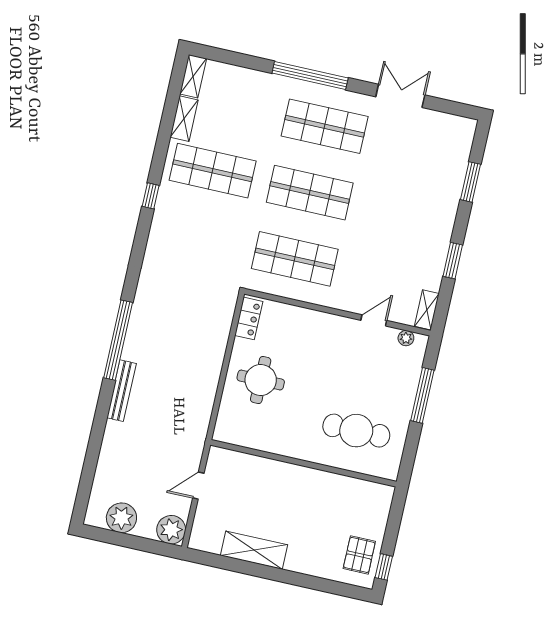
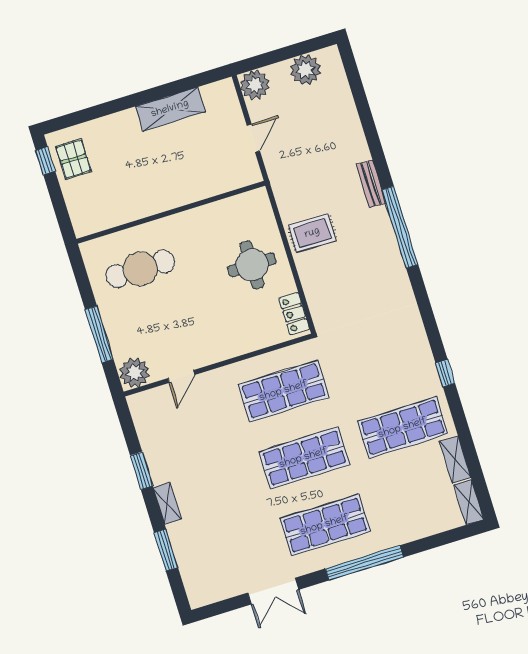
shelving: (427, 310) -> (167, 503), moved
plant: (406, 338) -> (135, 373), width x1.88, depth x1.88
rug: (195, 377) -> (312, 233), added
bench: (122, 391) -> (371, 184), width x0.73

